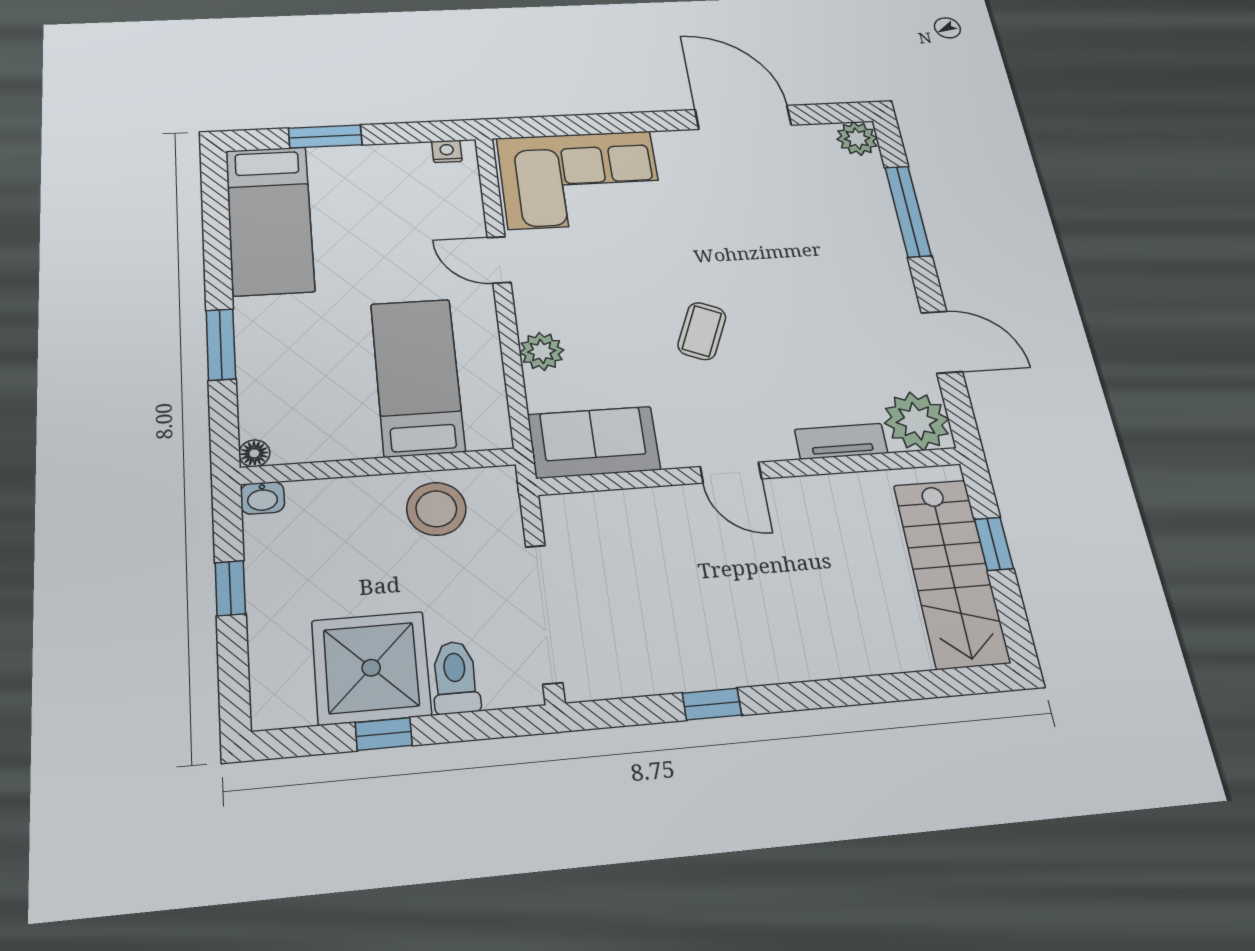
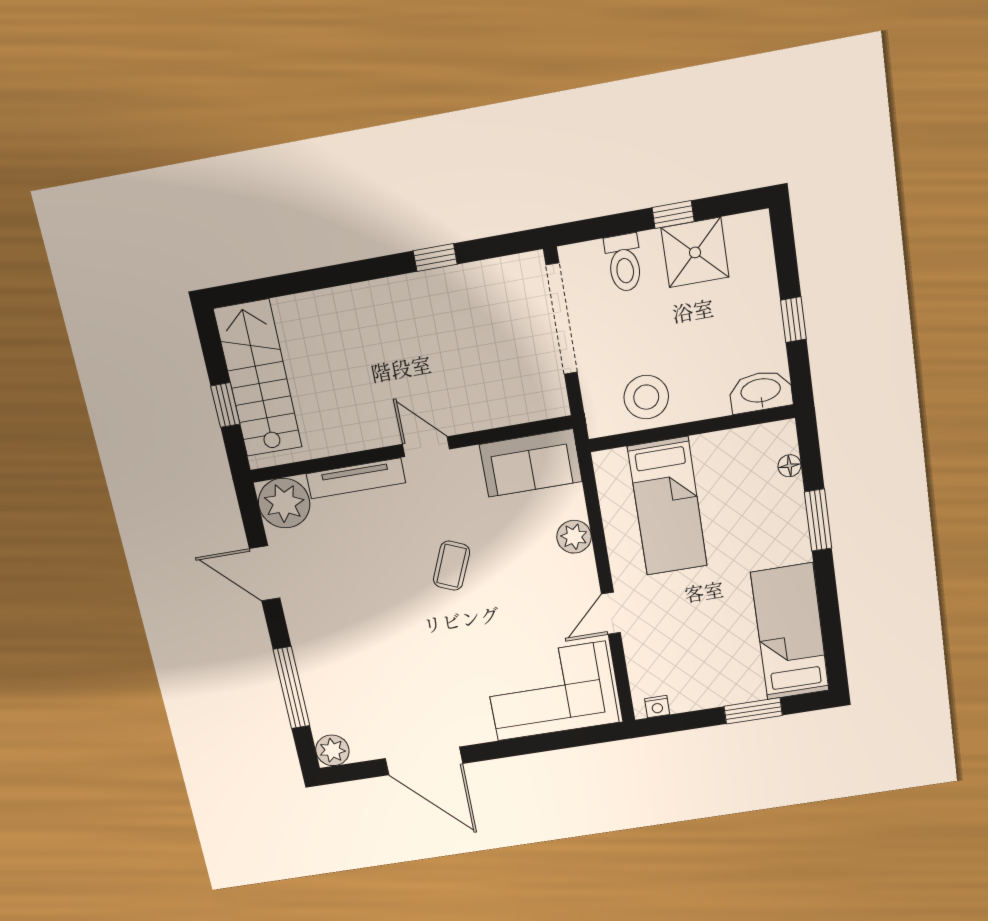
door: (499, 260) -> (611, 613), swing flipped
tv unit: (841, 441) -> (356, 478), width x1.41
floor lamp: (254, 453) -> (789, 466), moved
washbasin: (262, 498) -> (761, 392), width x1.91, depth x1.45
shower: (371, 668) -> (695, 252), width x0.73, depth x0.73

